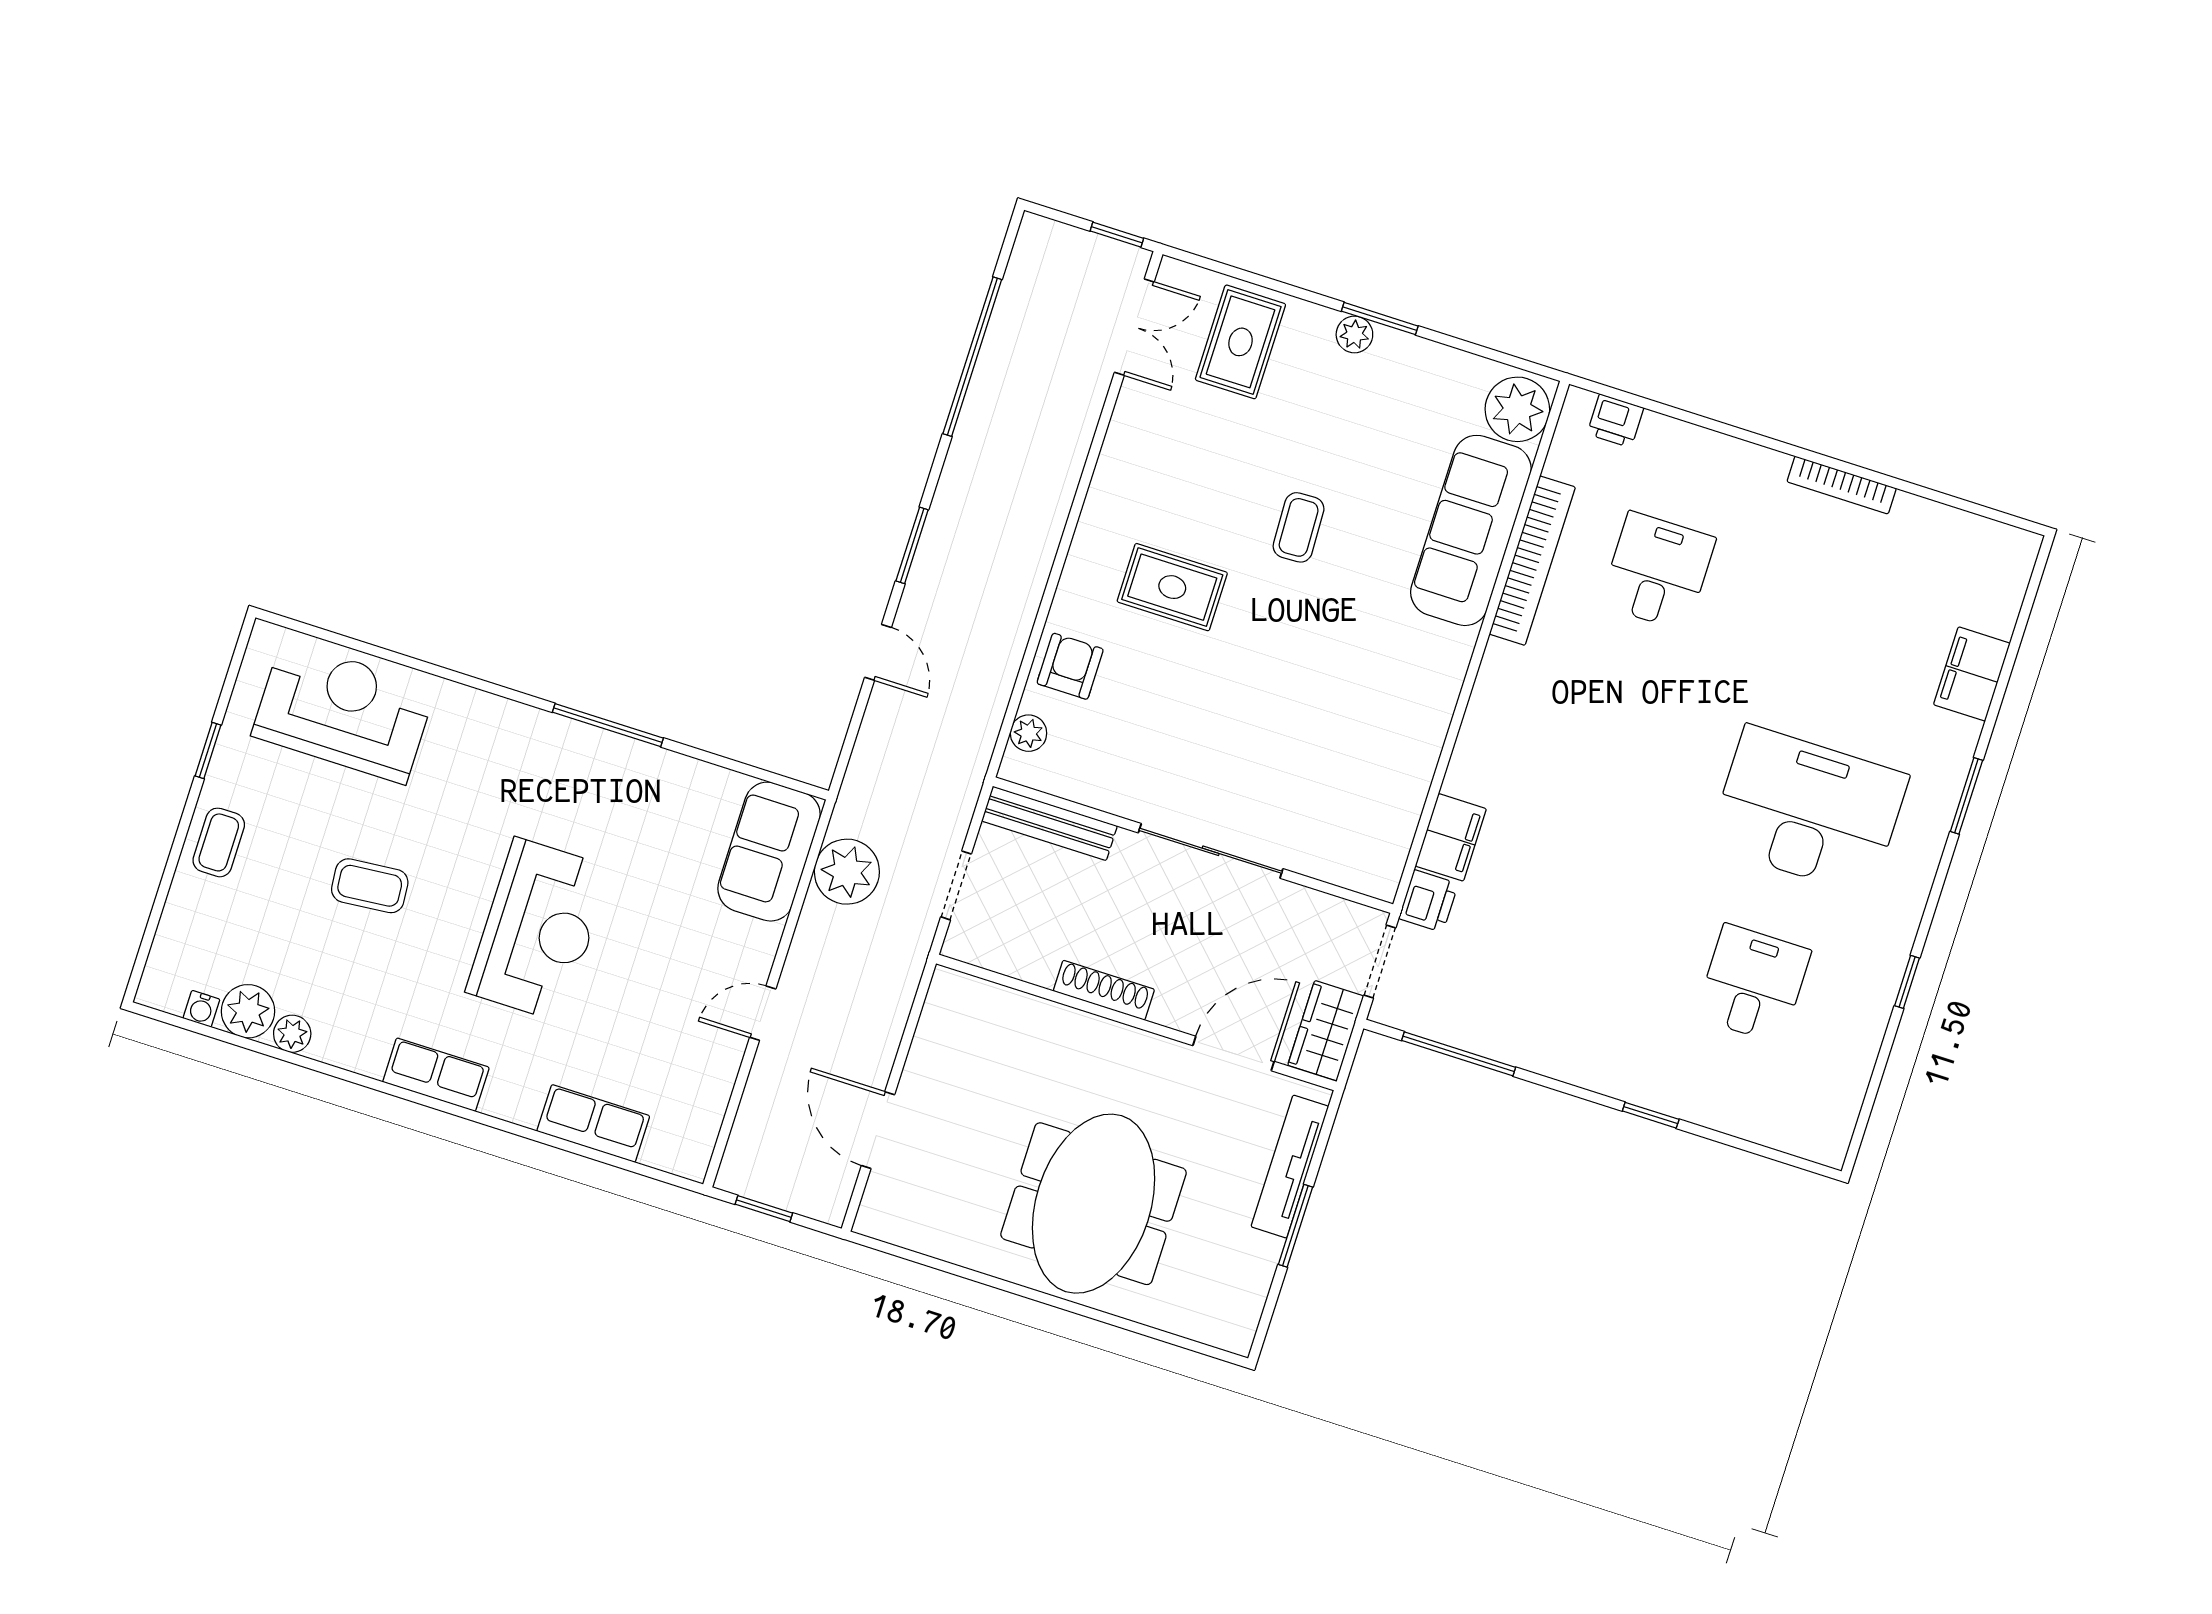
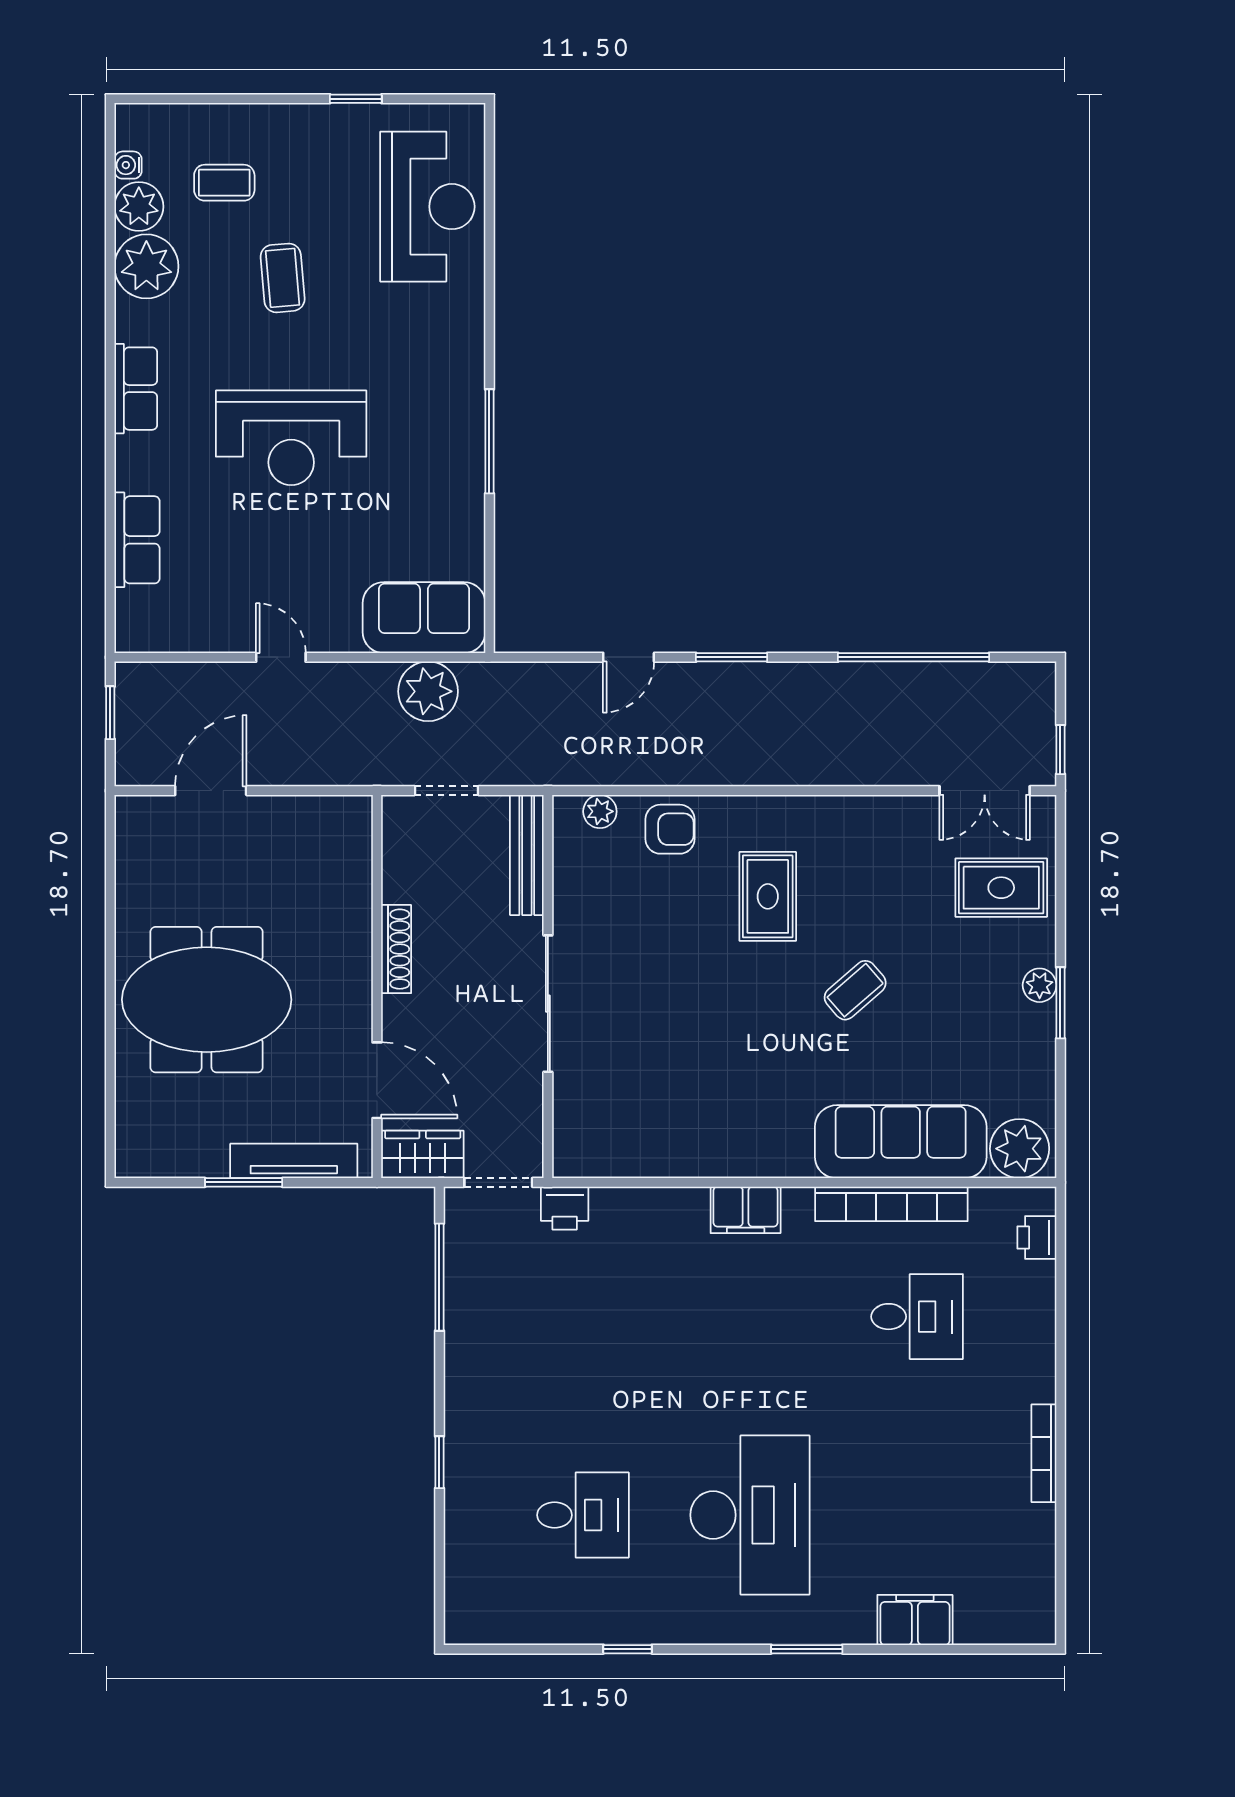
coffee table: (1299, 527) -> (855, 990), turned -39
filing cabinet: (1451, 837) -> (746, 1210), moved
coffee table: (219, 842) -> (224, 183), moved
plant: (292, 1034) -> (146, 266), width x1.88, depth x1.88

